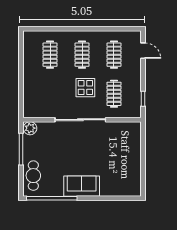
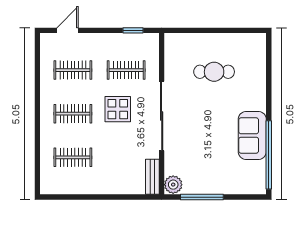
bench: (36, 113) -> (152, 177), added
cafe table: (33, 176) -> (214, 72), moved
sofa: (82, 186) -> (252, 135), moved

